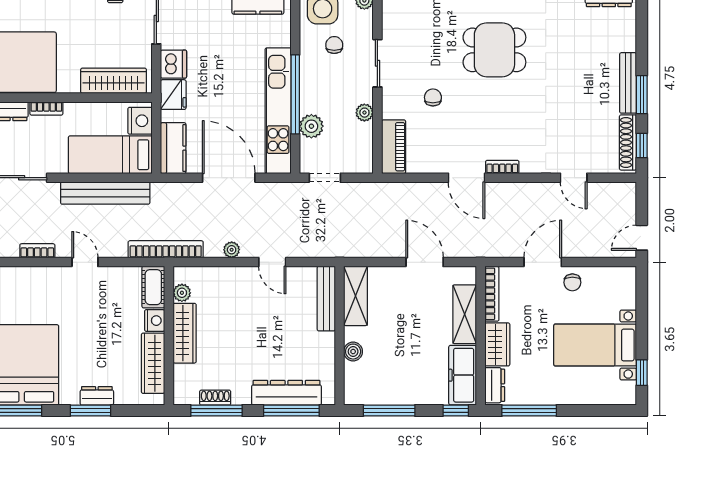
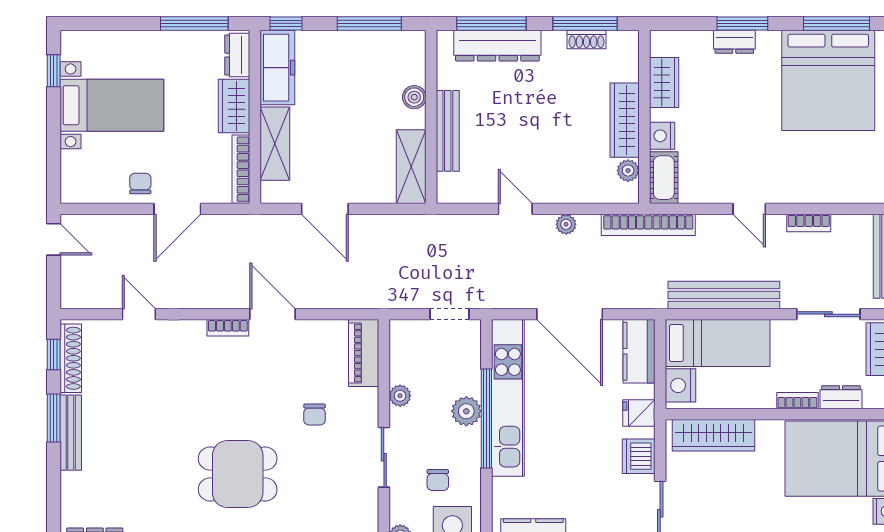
fridge: (173, 95) -> (639, 413), width x0.72
plant: (311, 126) -> (466, 411), moved
door: (642, 238) -> (54, 239), hinge flipped
bench: (326, 299) -> (448, 131), moved
wardrobe: (153, 363) -> (664, 82), width x0.67

